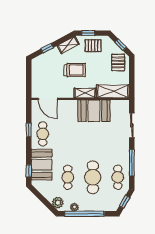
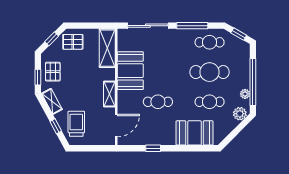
trolley: (75, 70) -> (76, 124), moved
shelving: (85, 93) -> (109, 94), moved
sliding door: (132, 125) -> (148, 26), width x1.37
cafe table: (43, 134) -> (158, 102), moved
window: (29, 171) -> (202, 148), removed

